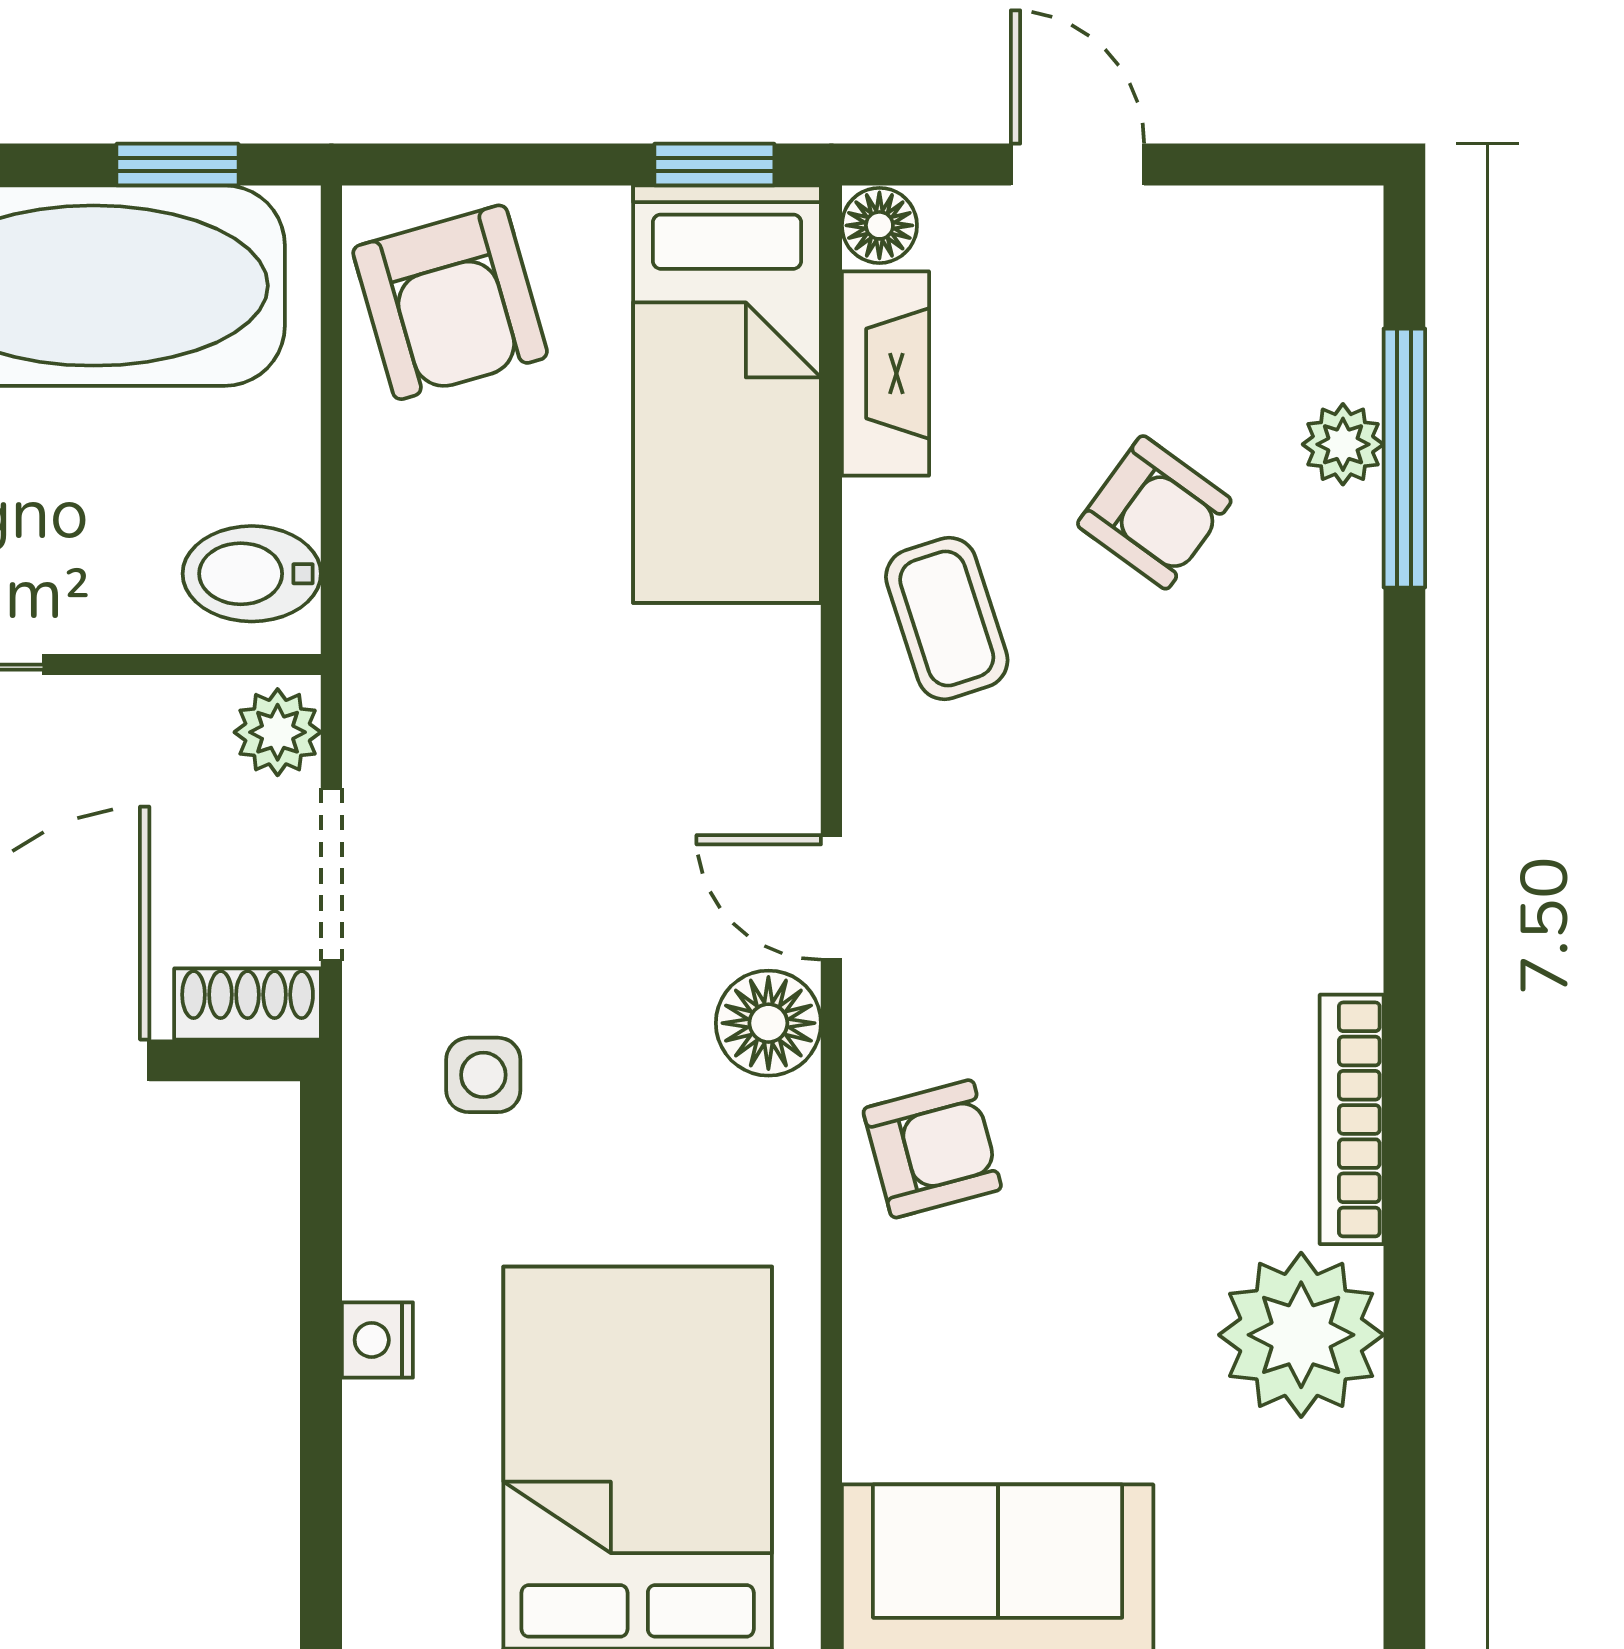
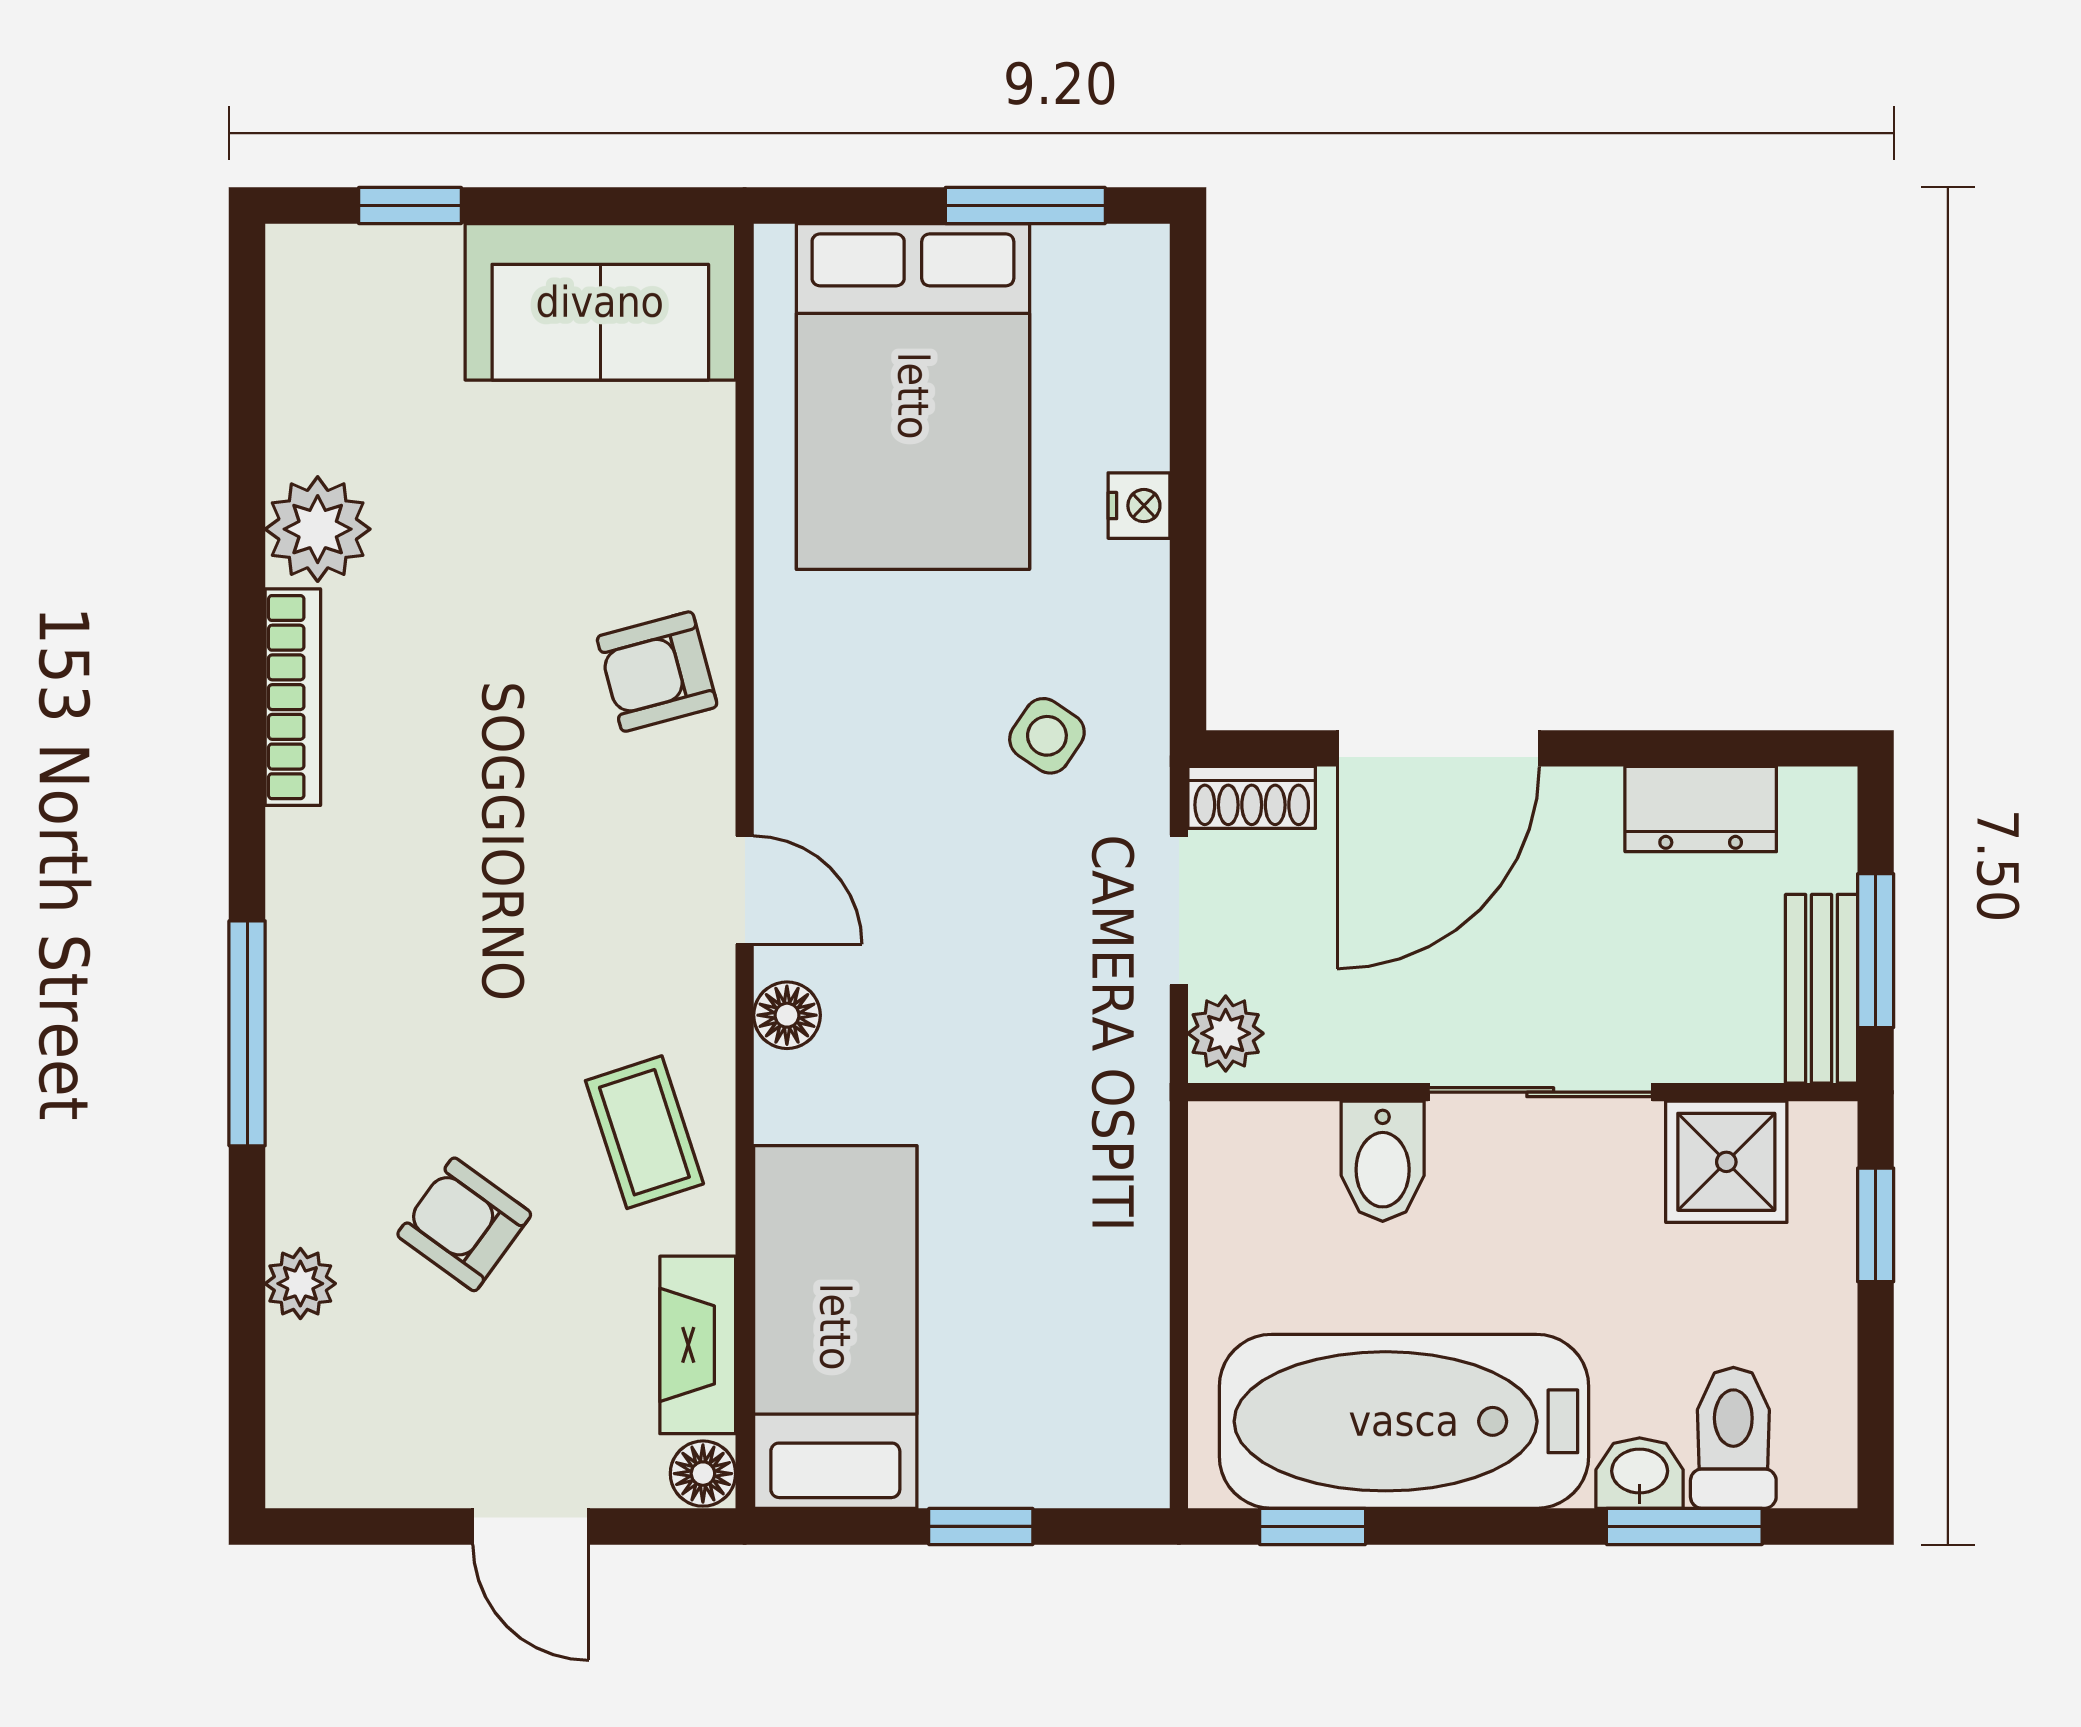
window: (714, 164) -> (981, 1526), moved
armchair: (450, 302) -> (1076, 1407), removed
window: (1404, 458) -> (247, 1033), moved
bidet: (252, 574) -> (1383, 1161), moved, turned 90
floor lamp: (768, 1023) -> (787, 1015), moved, width x0.73, depth x0.73
side table: (483, 1075) -> (1047, 736), turned 34
plant: (1301, 1335) -> (318, 529), width x0.73, depth x0.73

